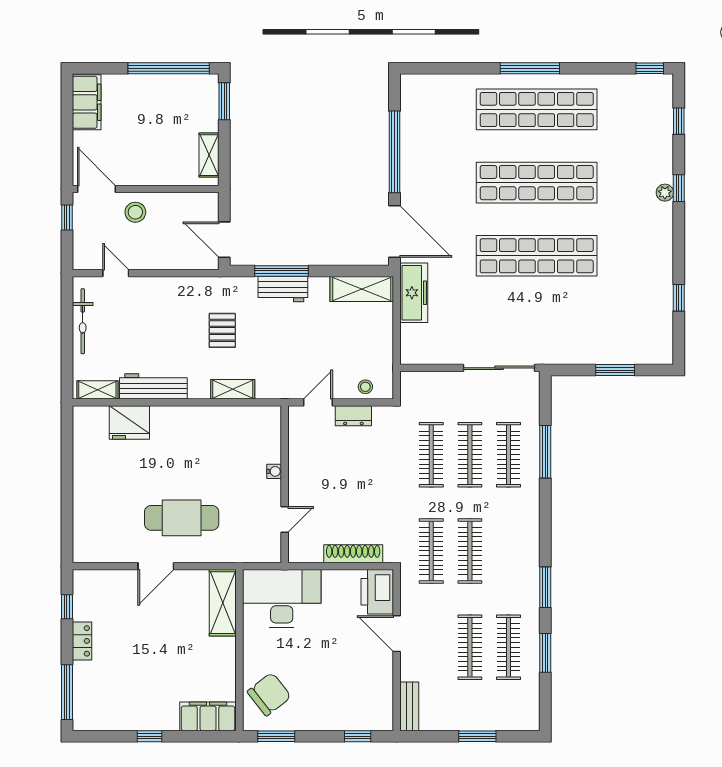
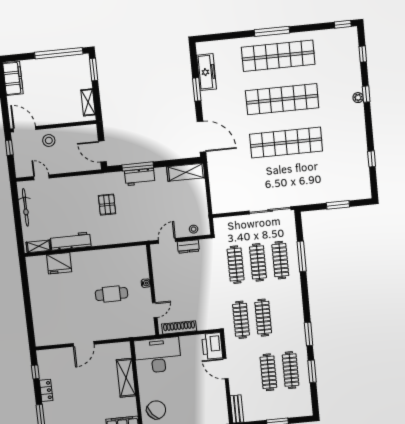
window: (394, 152) -> (197, 89), width x0.47
freezer: (414, 293) -> (206, 72), moved
shelving: (233, 389) -> (117, 238), removed
cafe table: (182, 518) -> (112, 294), moved, width x0.73, depth x0.74
shoe rack: (353, 554) -> (179, 327), moved
shelving: (223, 603) -> (126, 378), moved

